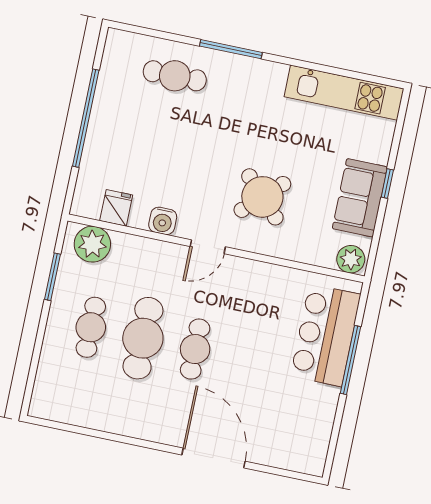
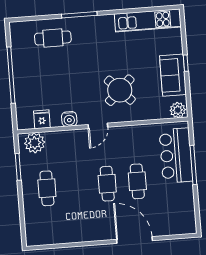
cafe table: (143, 338) -> (137, 181), moved, width x0.73, depth x0.74

